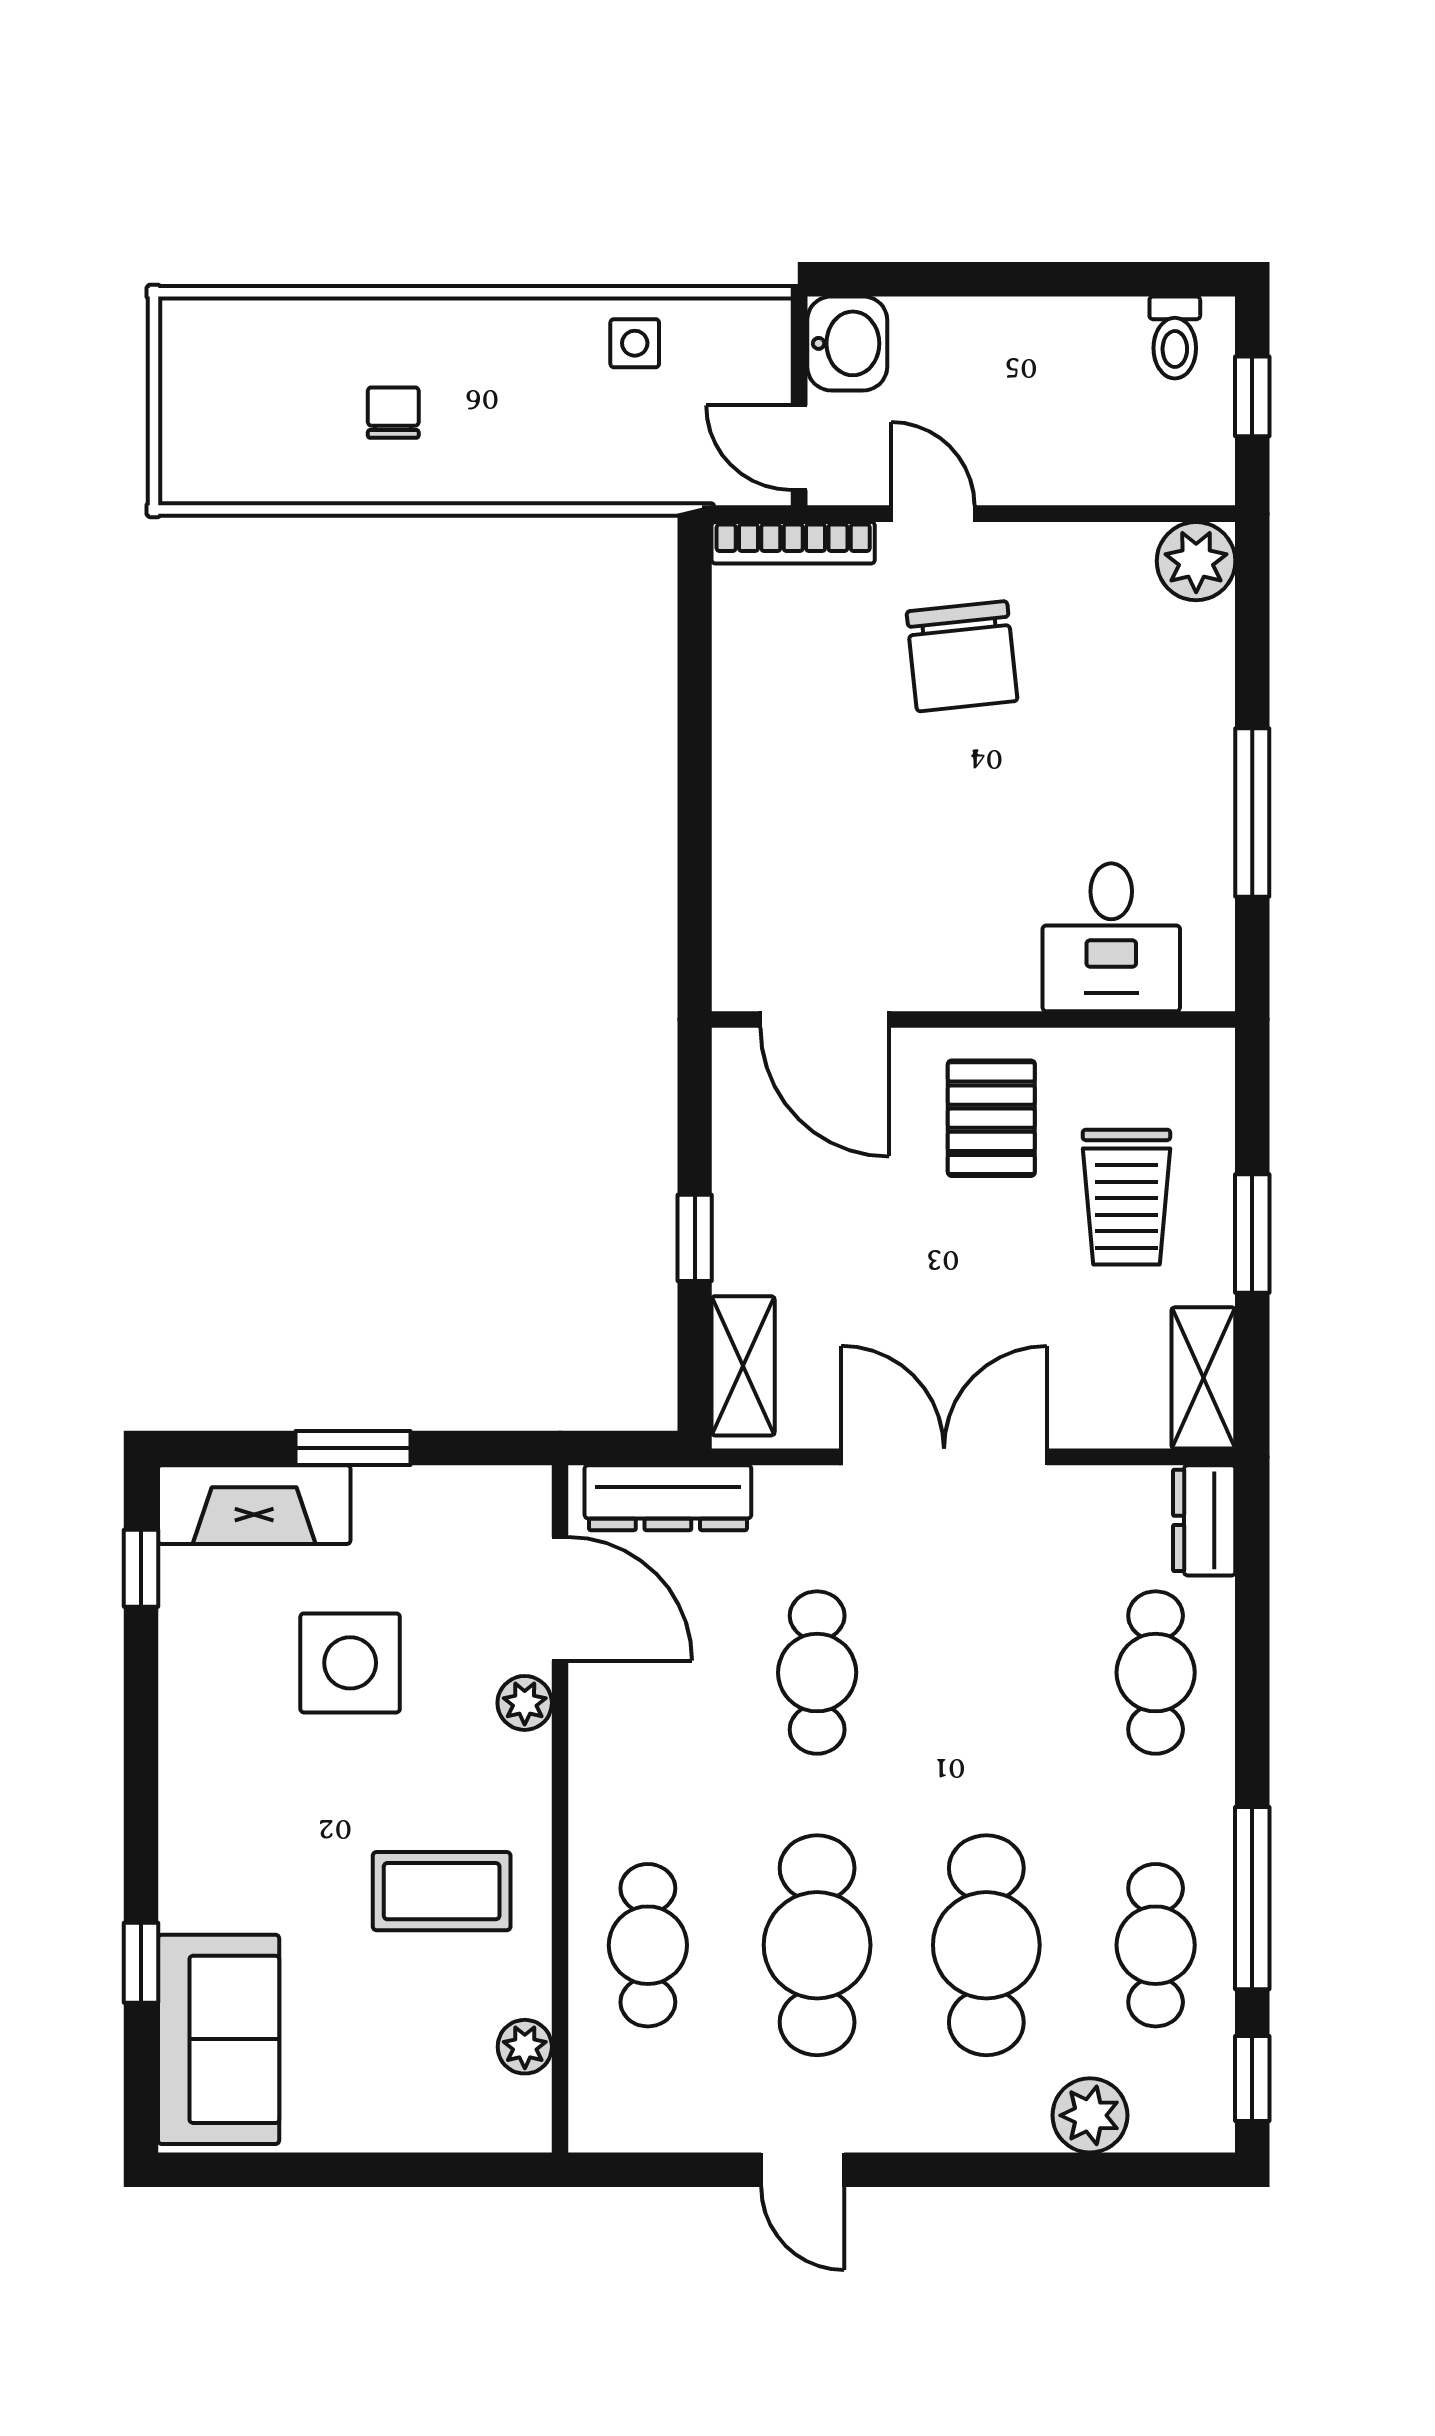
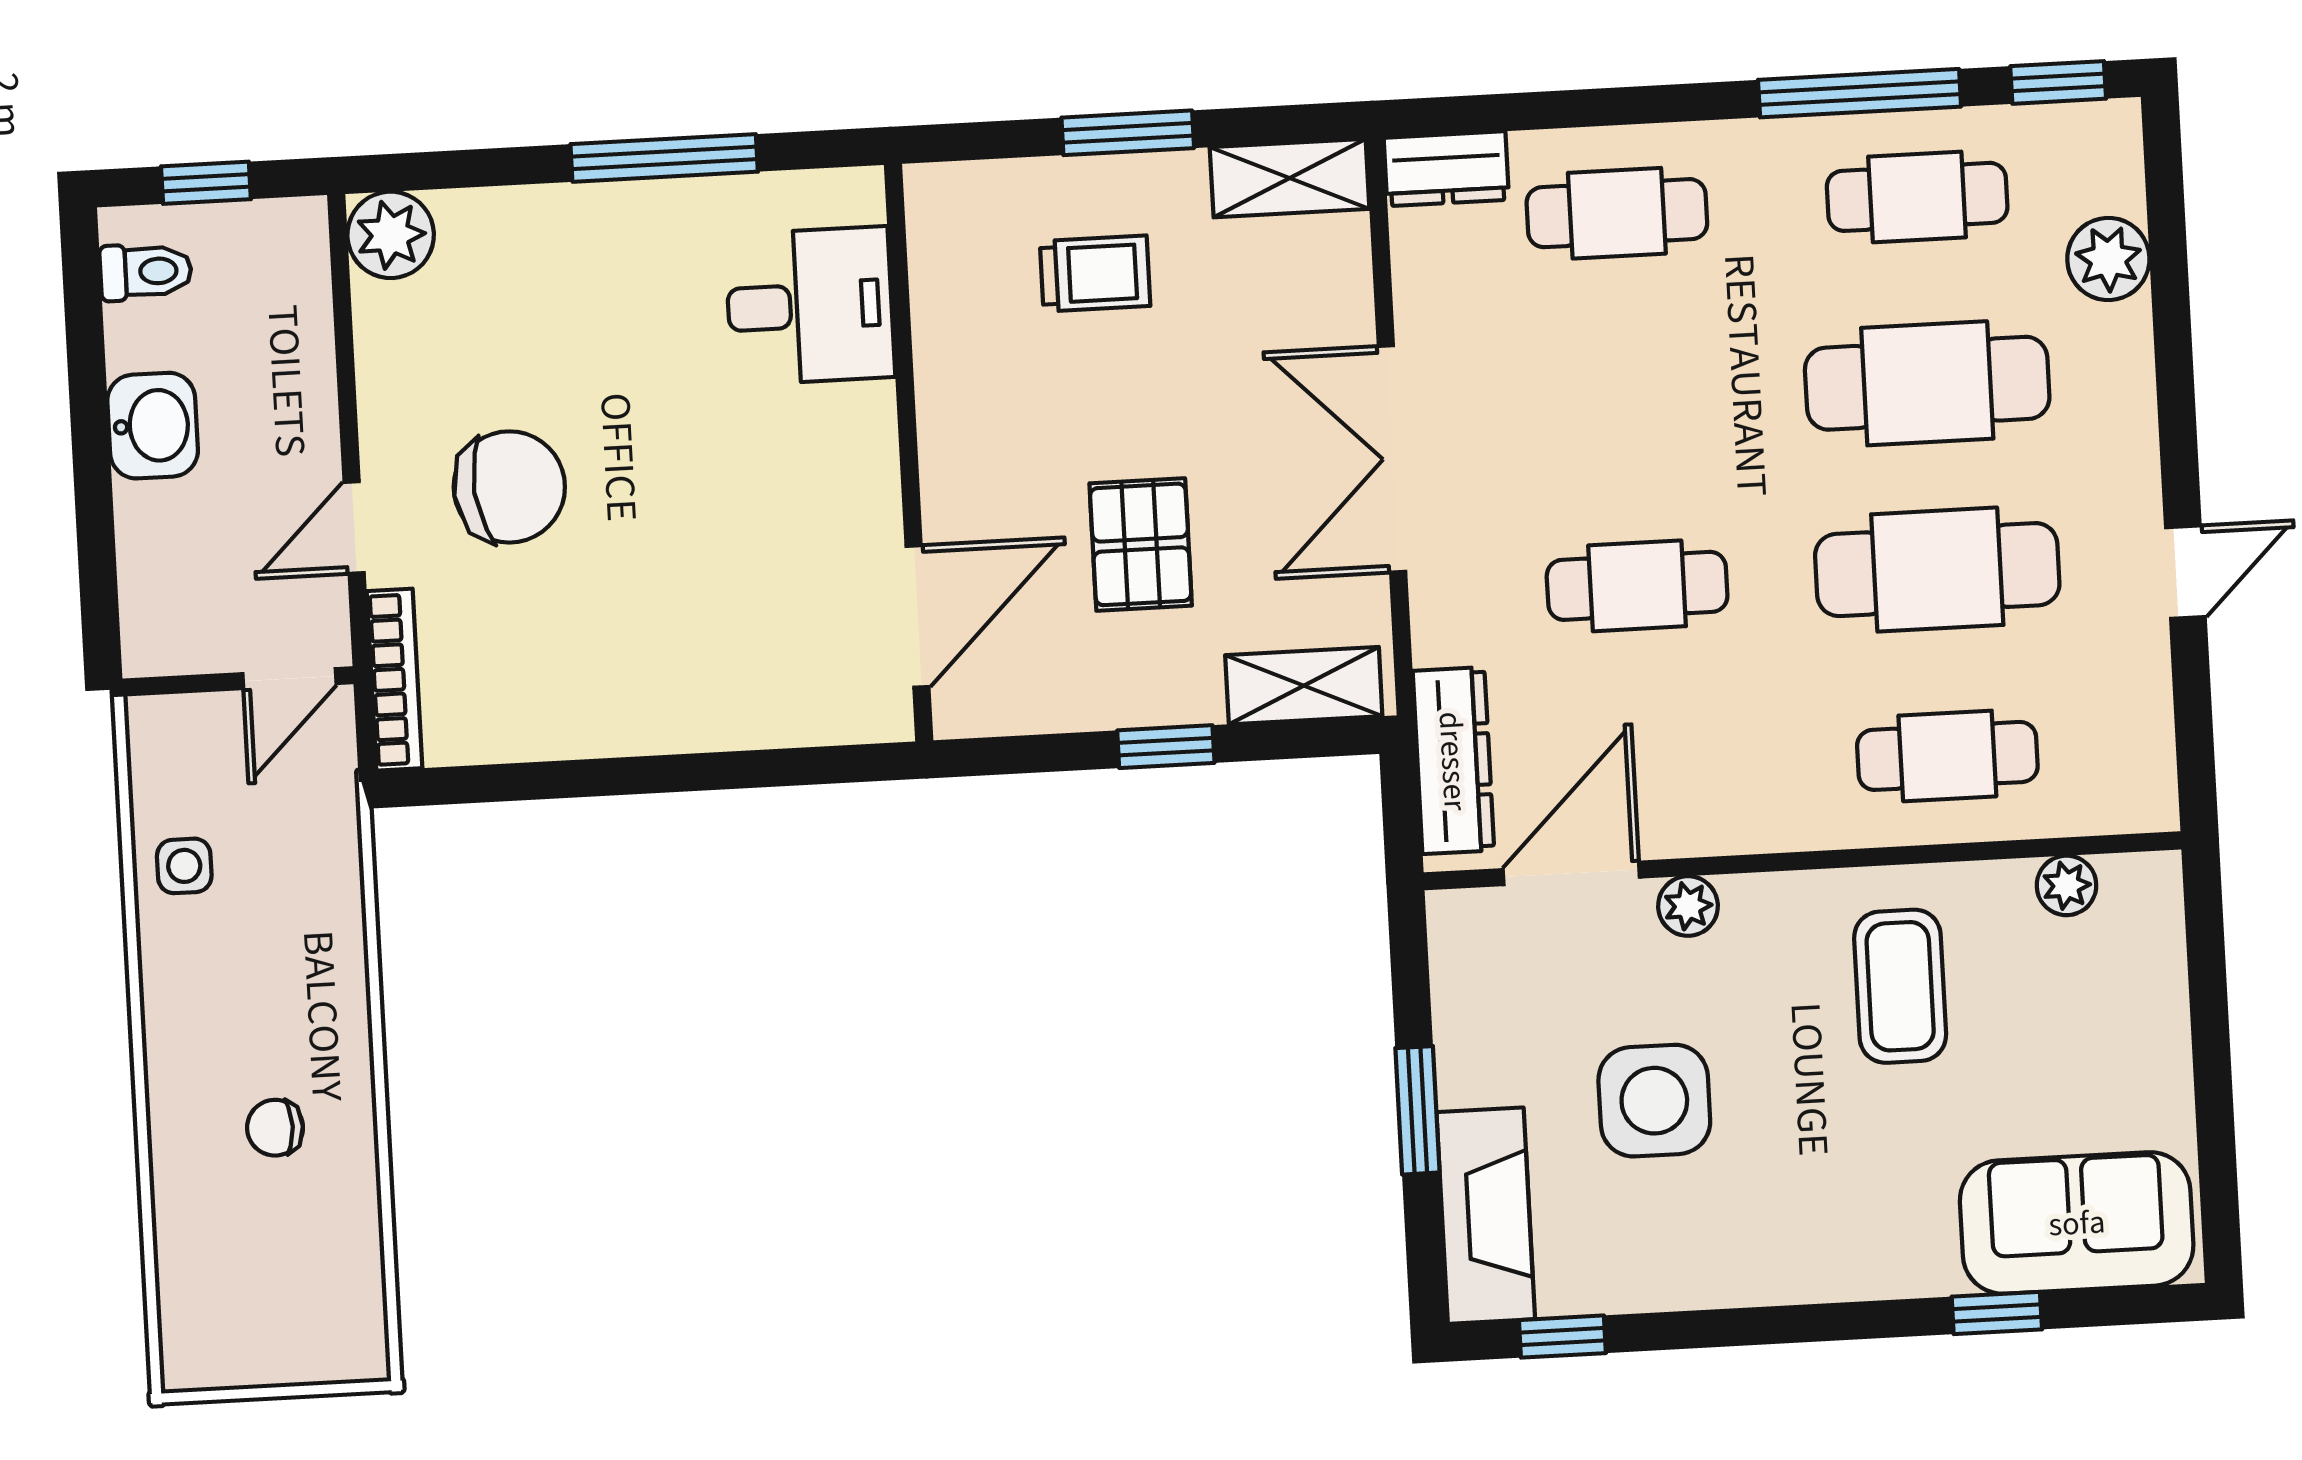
washbasin: (847, 343) -> (153, 426), moved, turned 90
pallet: (991, 1118) -> (1141, 544), moved, turned 90
trolley: (1126, 1197) -> (1095, 274), width x0.73, depth x0.72

